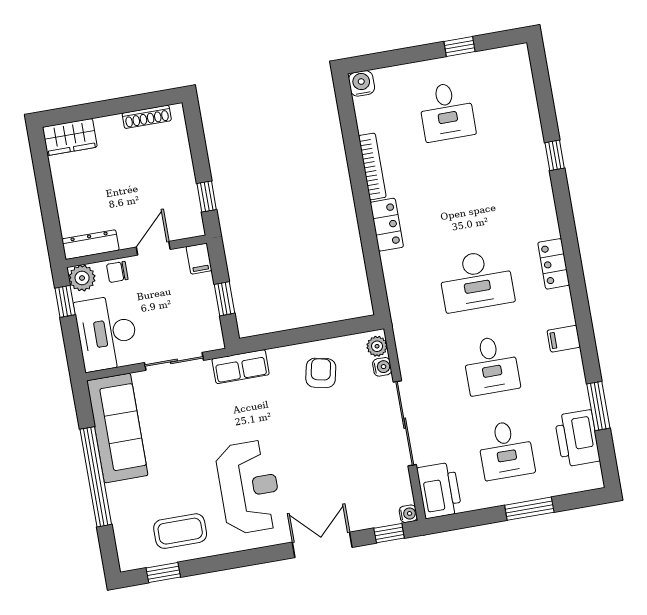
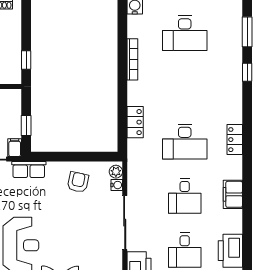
desk: (447, 112) -> (185, 33), width x1.37
locker: (387, 225) -> (135, 122), moved
filing cabinet: (199, 259) -> (15, 148), moved, turned 180
filing cabinet: (564, 339) -> (233, 194), width x2.00
window: (598, 406) -> (247, 32), moved

